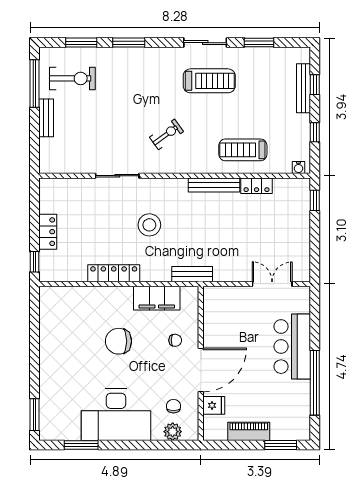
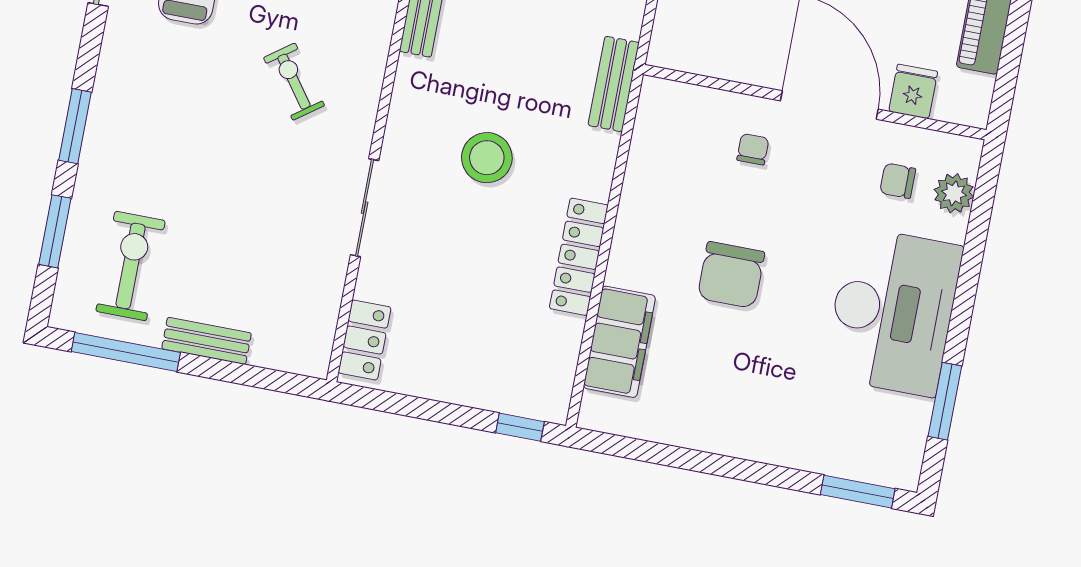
locker: (48, 232) -> (365, 340), moved, turned 90
filing cabinet: (157, 298) -> (619, 342), moved

